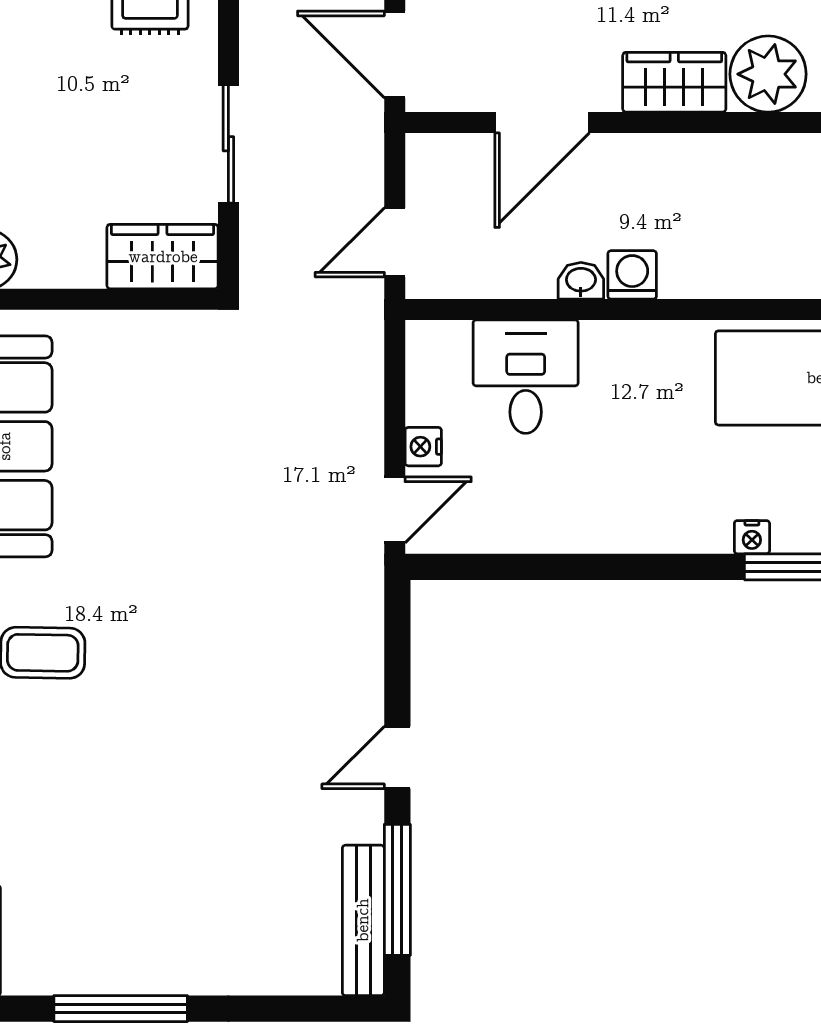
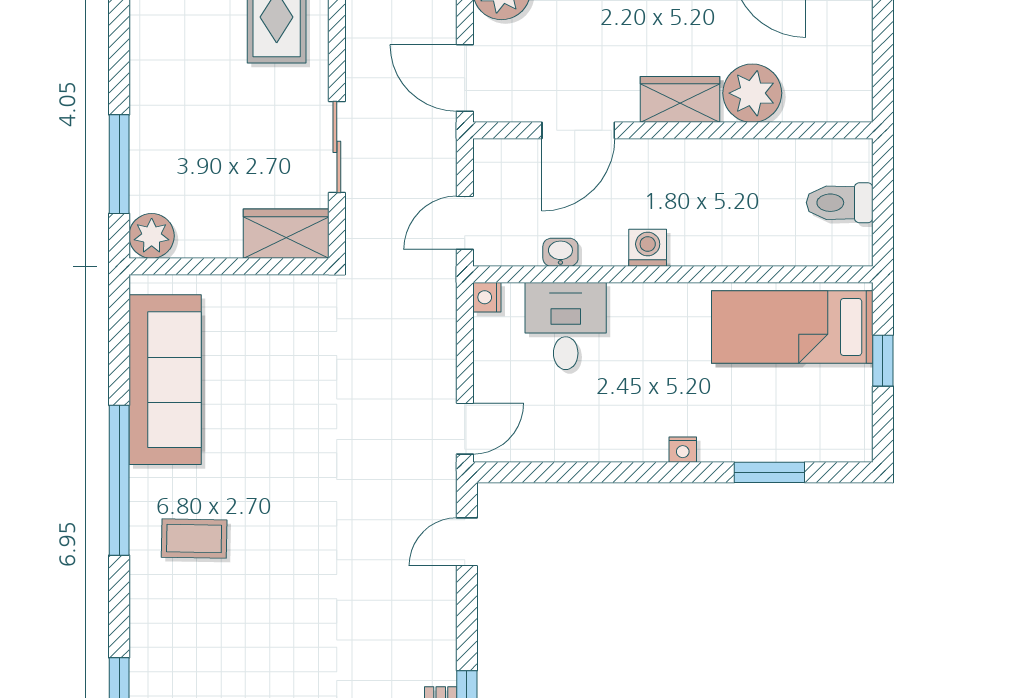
washbasin: (581, 281) -> (560, 252), moved
nightstand: (423, 447) -> (487, 297), moved
nightstand: (752, 537) -> (683, 450), moved
door: (397, 757) -> (467, 542), moved

